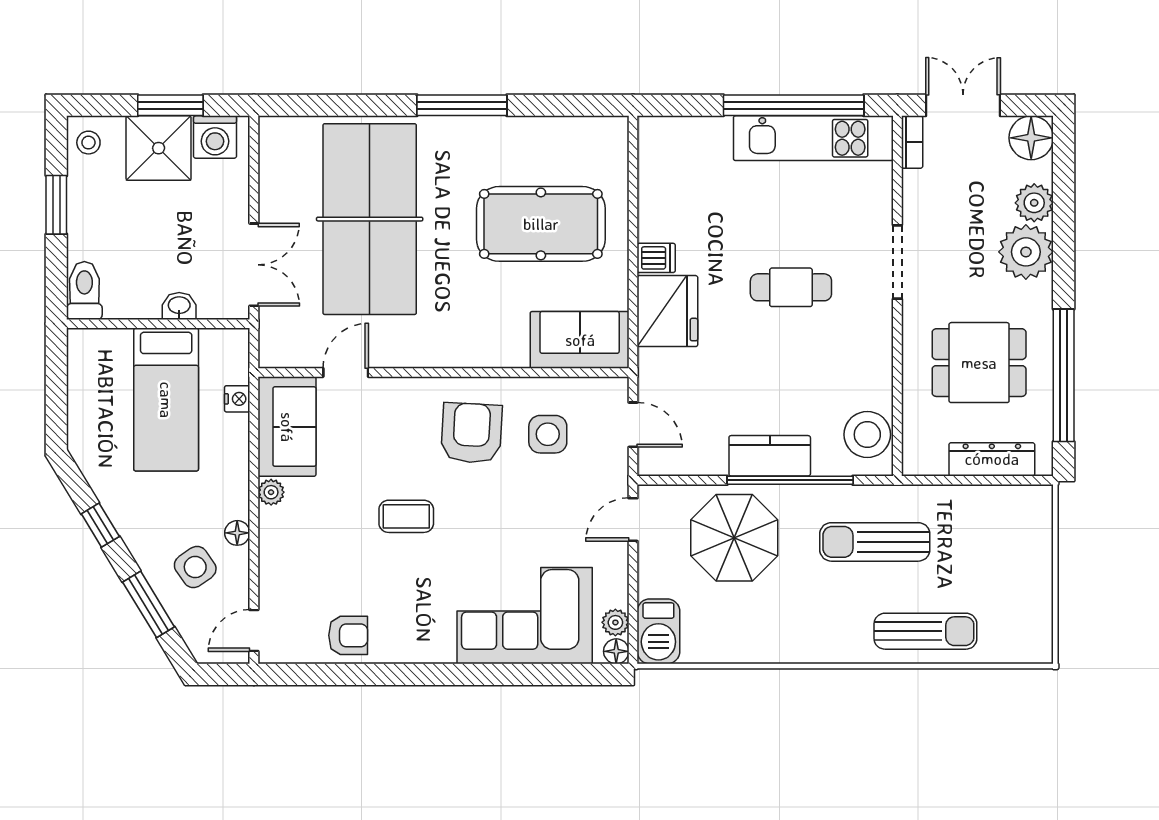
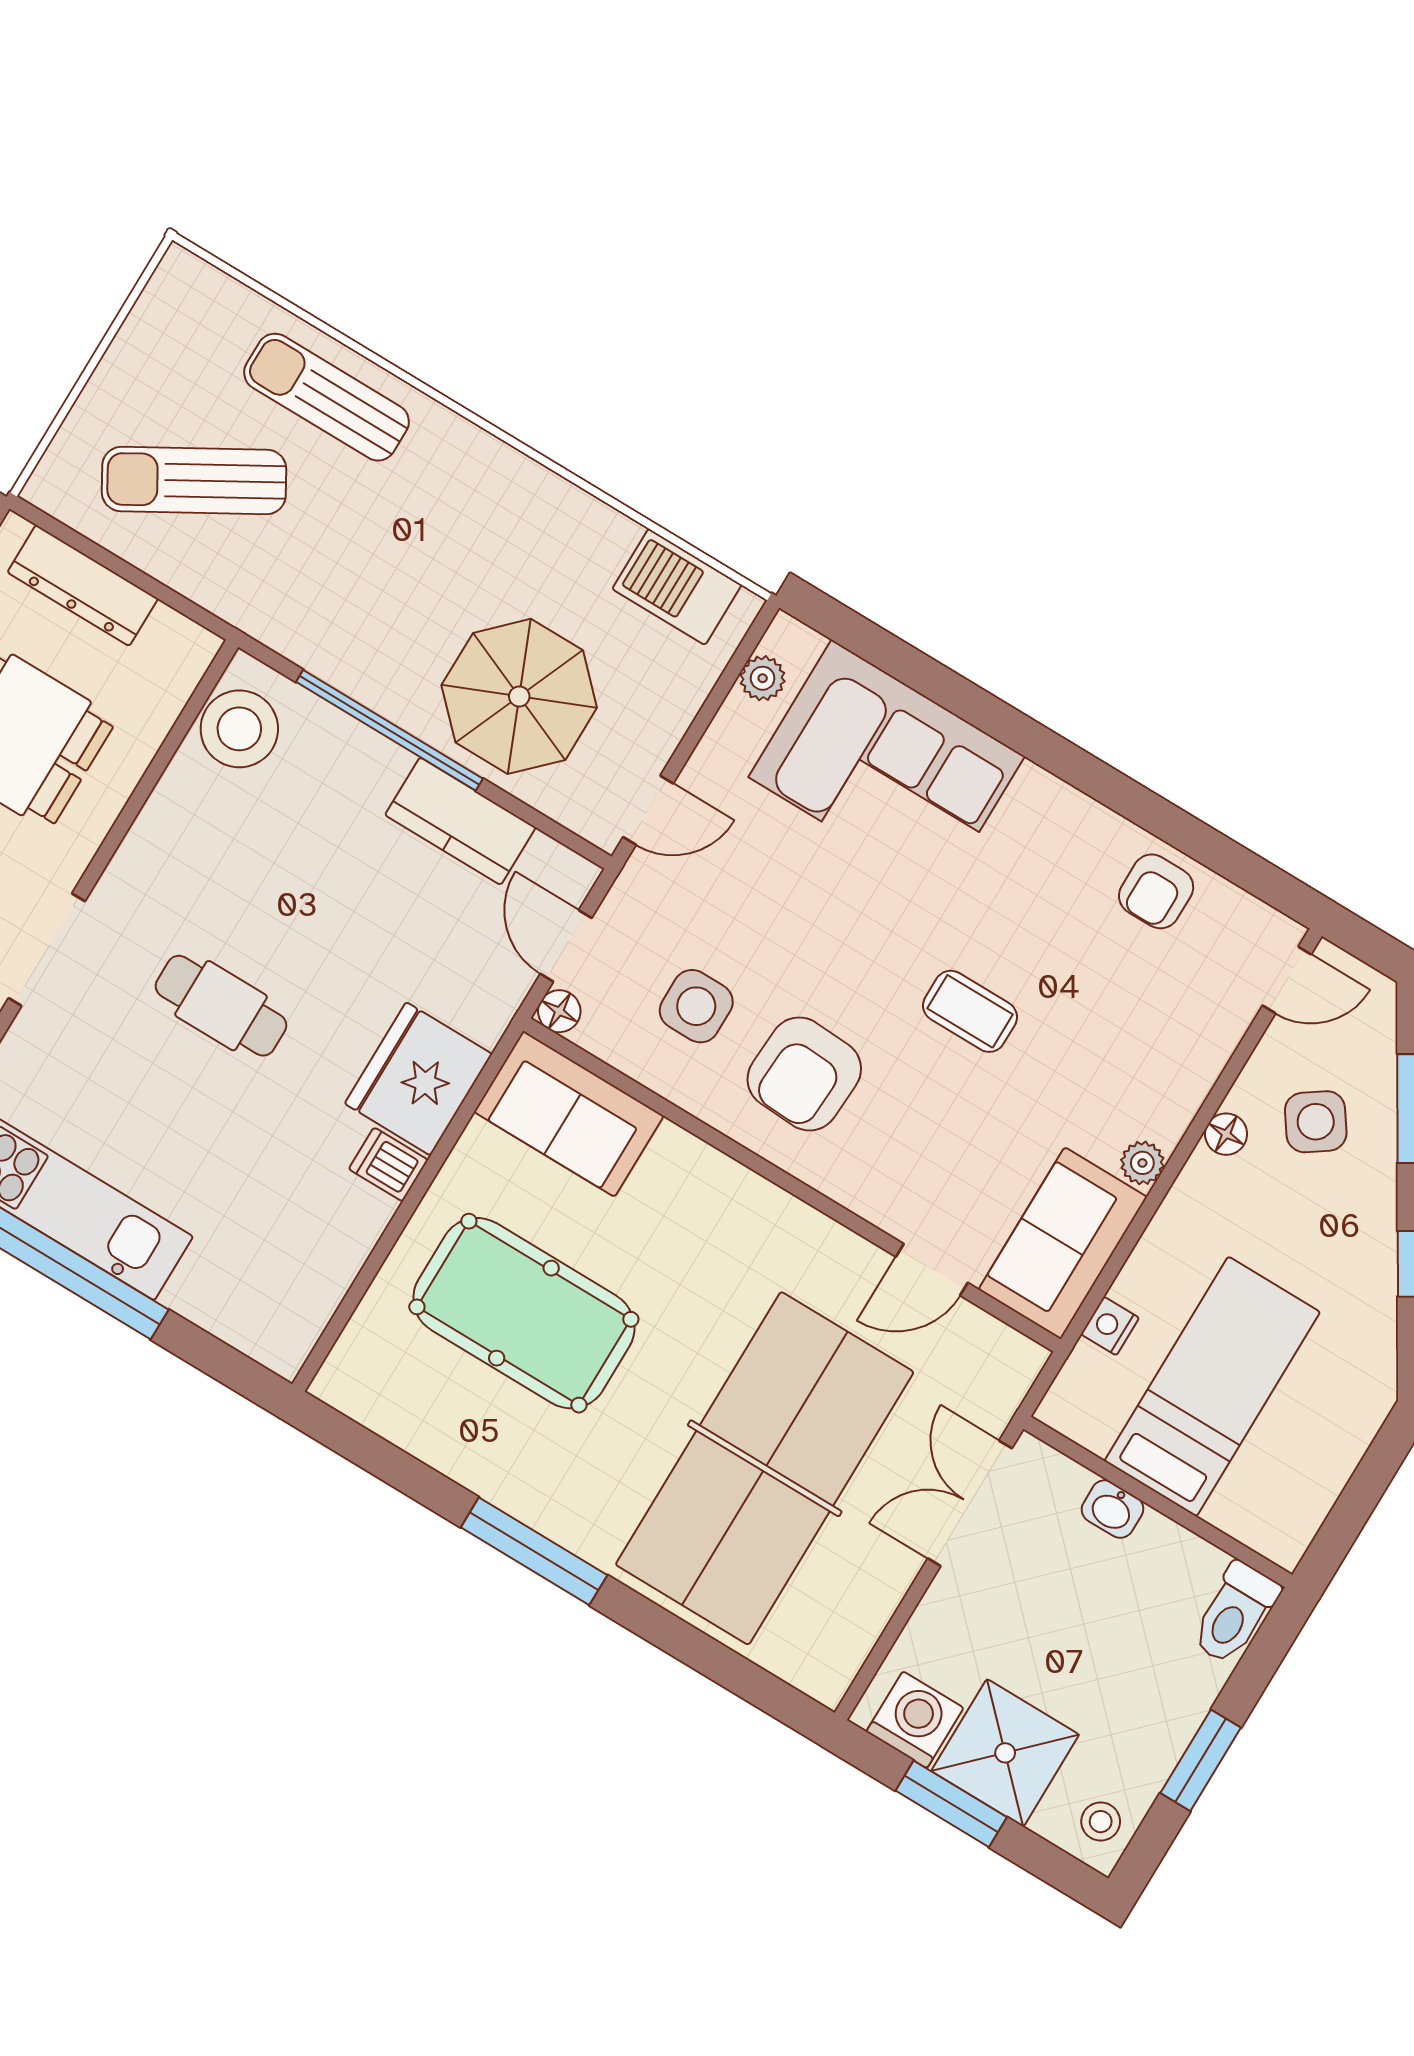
kitchen counter: (770, 456) -> (460, 821), moved
sun lounger: (875, 542) -> (194, 480), moved, turned 150
barbecue: (658, 631) -> (677, 587), moved, turned -90
armchair: (348, 635) -> (1156, 891), turned -90
floor lamp: (616, 651) -> (559, 1011), moved

